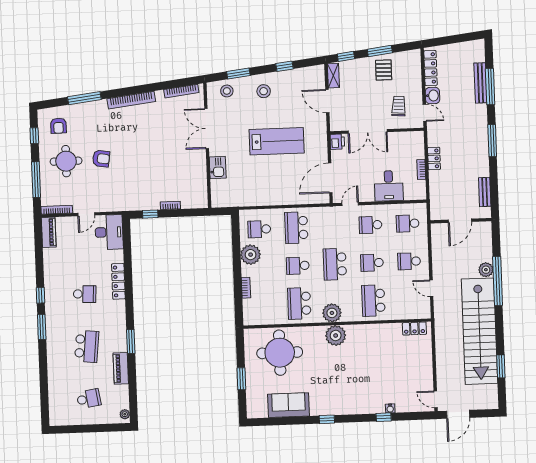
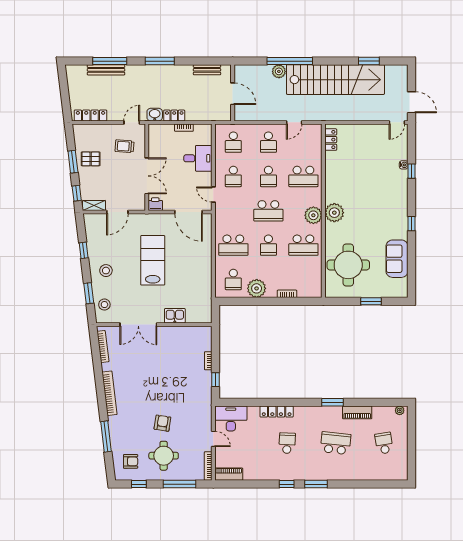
washbasin: (433, 96) -> (155, 115), moved

